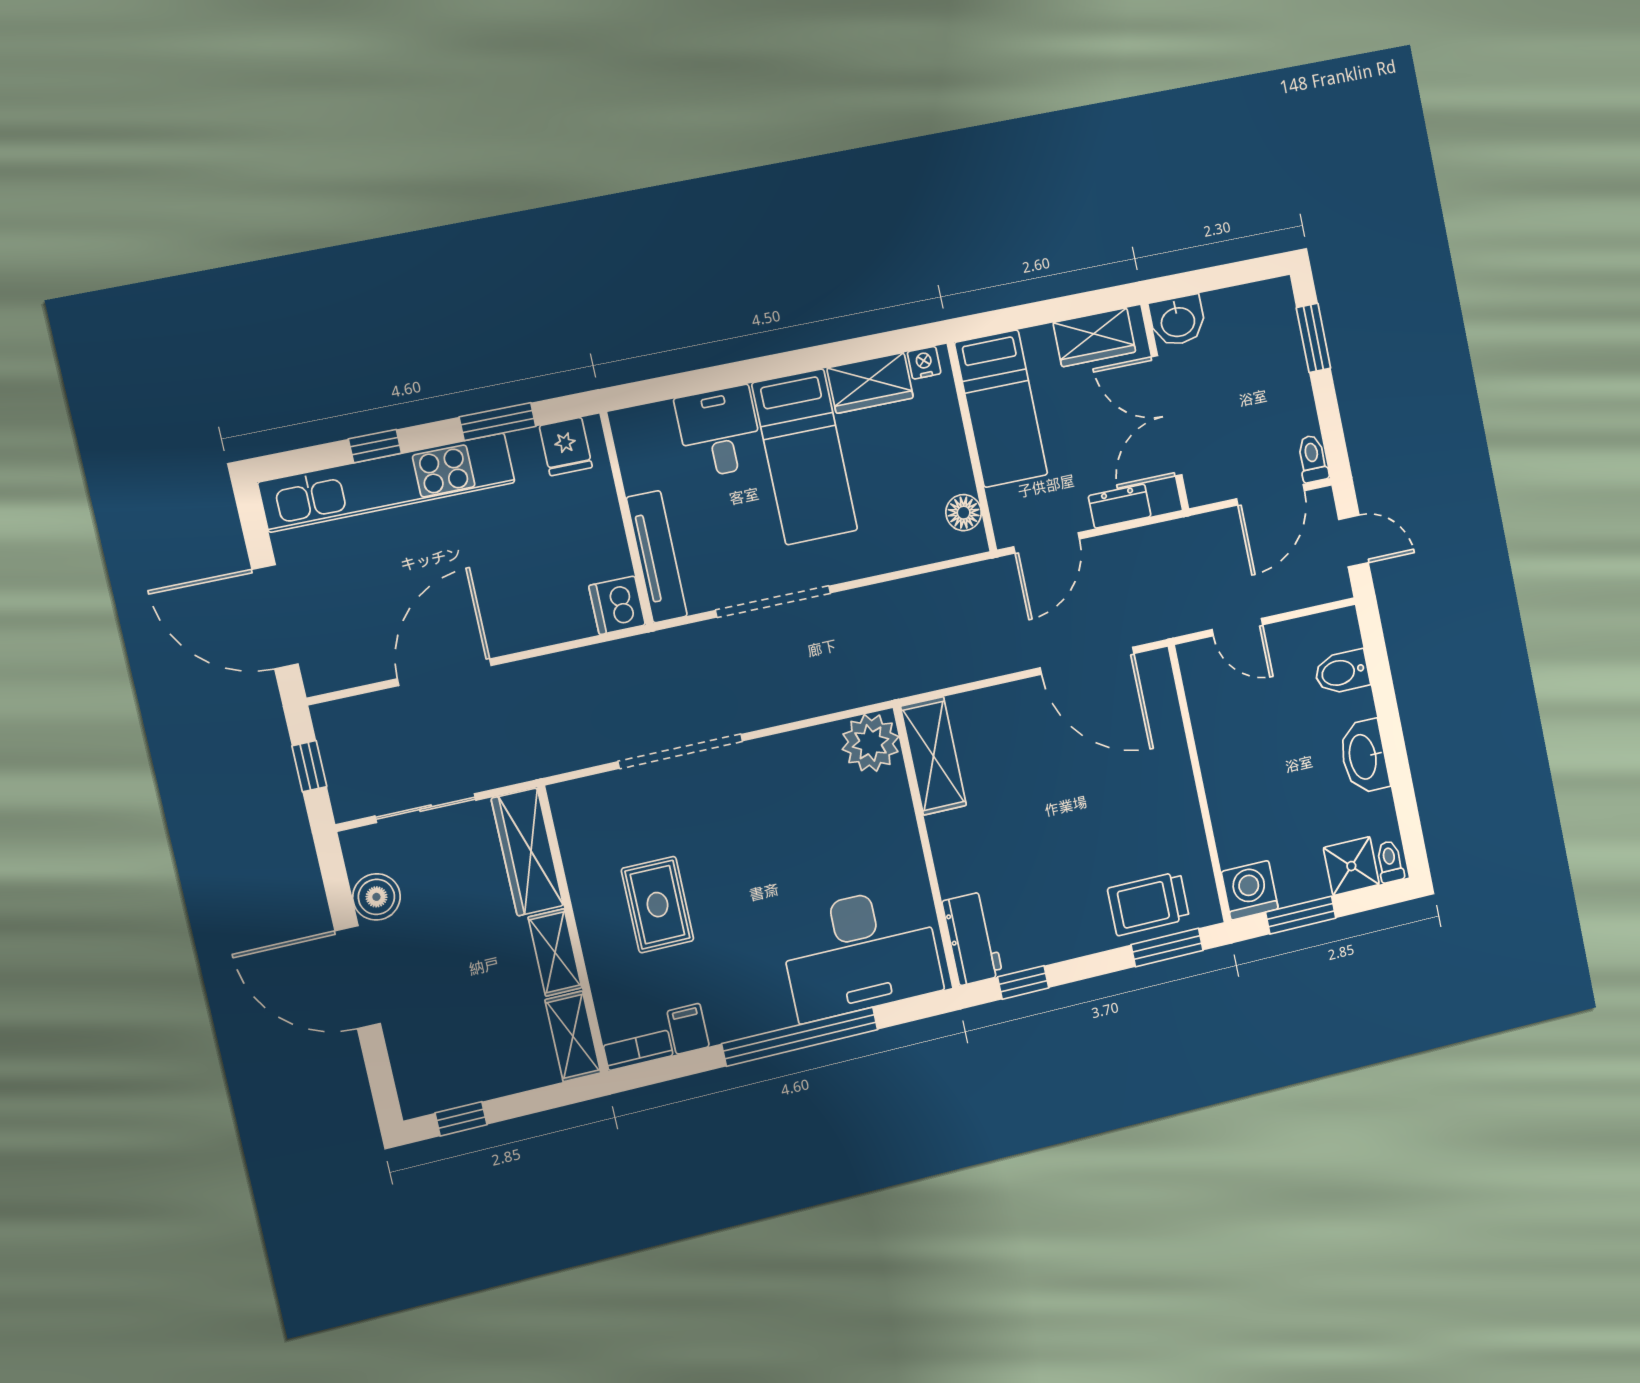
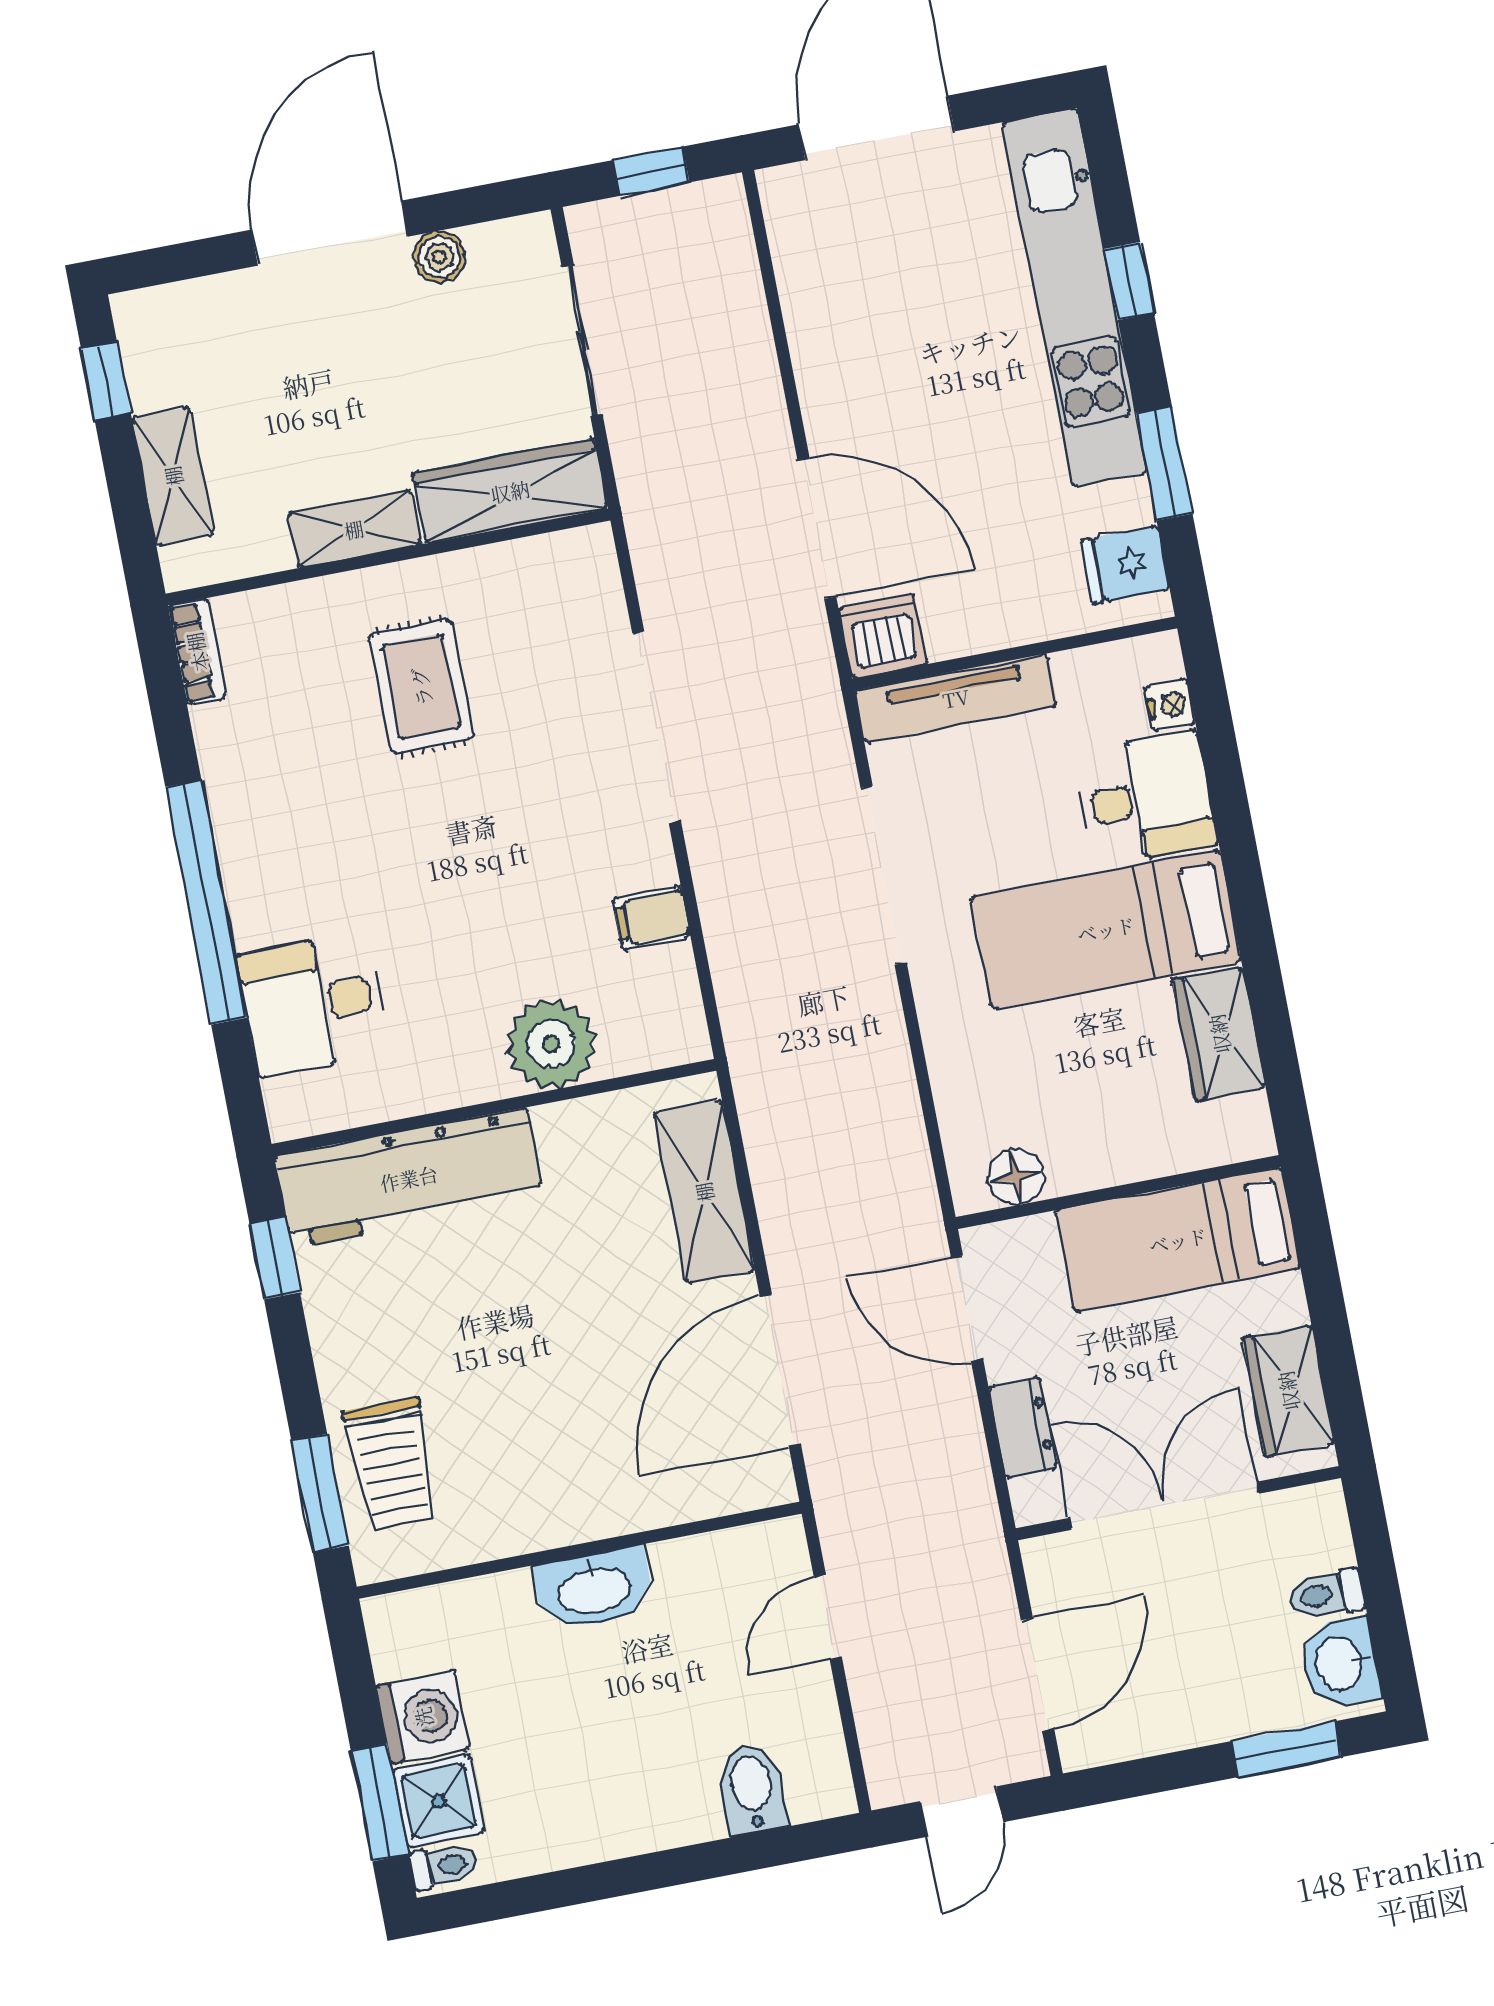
washbasin: (1178, 321) -> (1340, 1663), moved
nightstand: (924, 363) -> (1170, 705), moved
toilet: (1313, 459) -> (1327, 1595), moved, turned 180
door: (1271, 495) -> (1038, 1675), swing flipped
door: (444, 672) -> (817, 529), moved
plant: (871, 743) -> (551, 1044), moved
shelving: (933, 756) -> (704, 1192), moved, turned 90
washbasin: (1364, 757) -> (594, 1589), moved, turned 180
washing machine: (1250, 890) -> (423, 1717), moved
boiler: (376, 897) -> (439, 257), width x0.73, depth x0.73
trolley: (1148, 904) -> (392, 1464), turned 180
rug: (658, 905) -> (421, 687), turned 90
window: (1301, 915) -> (380, 1803), moved
workbench: (972, 938) -> (409, 1178), width x1.88, depth x1.32
desk: (861, 953) -> (313, 1004), width x0.53, depth x0.77
filing cabinet: (688, 1029) -> (652, 918), moved, turned 180
shelving: (573, 1036) -> (173, 476), moved, turned 90

